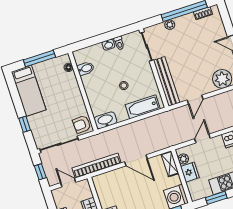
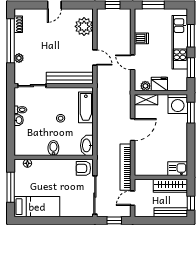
bidet: (86, 69) -> (53, 148), moved
window: (25, 124) -> (66, 220), removed
armchair: (82, 124) -> (83, 168), turned 93

